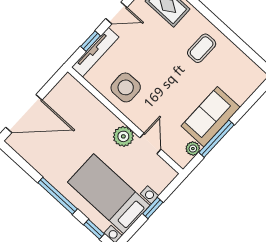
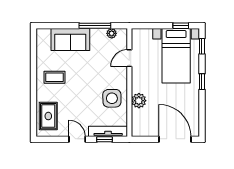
sofa: (211, 117) -> (70, 39), moved
plant: (123, 136) -> (139, 101), moved
window: (58, 196) -> (202, 82), width x0.46
window: (153, 208) -> (181, 26), moved

